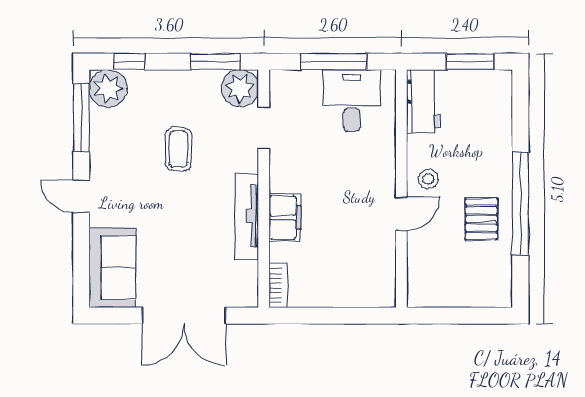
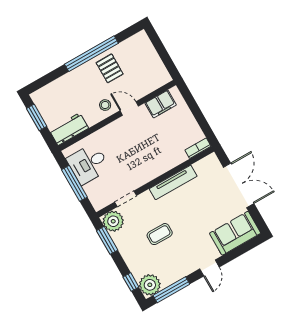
filing cabinet: (285, 217) -> (161, 104), moved, turned 180
pallet: (481, 219) -> (110, 68), turned 90

